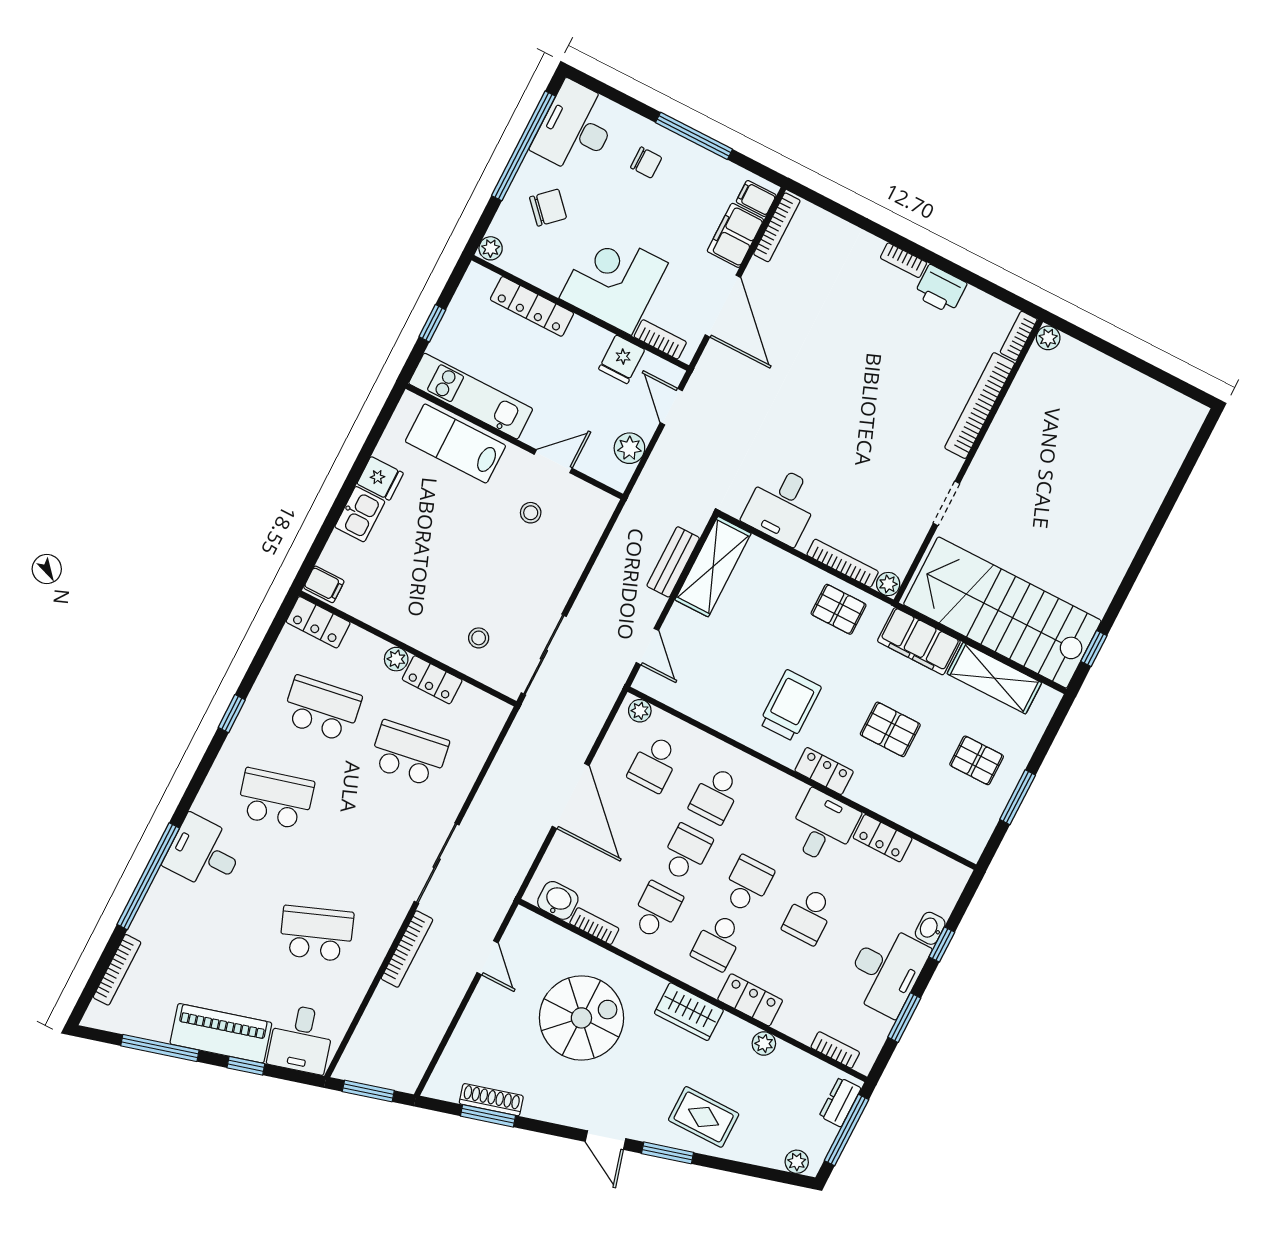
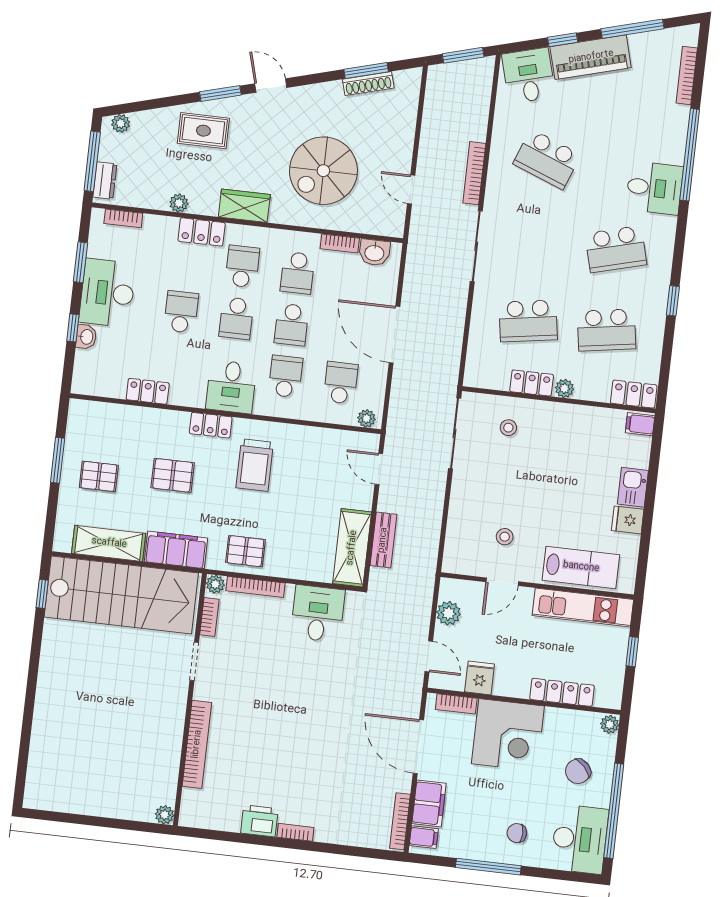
bookcase: (1019, 336) -> (209, 617), moved
desk: (823, 827) -> (231, 387), moved
school desk: (316, 934) -> (547, 159), turned 42

